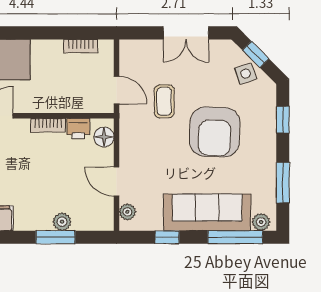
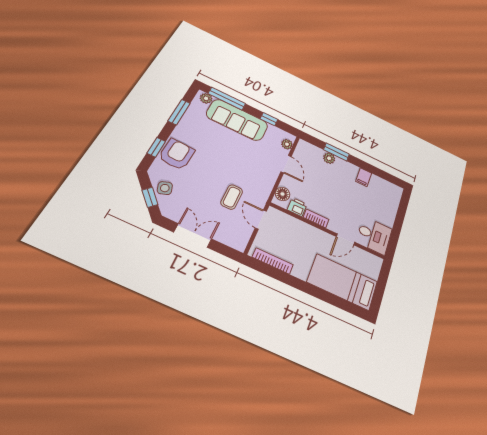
bookcase: (81, 46) -> (273, 261), width x1.56
armchair: (215, 132) -> (177, 154), moved, width x0.73, depth x0.73

